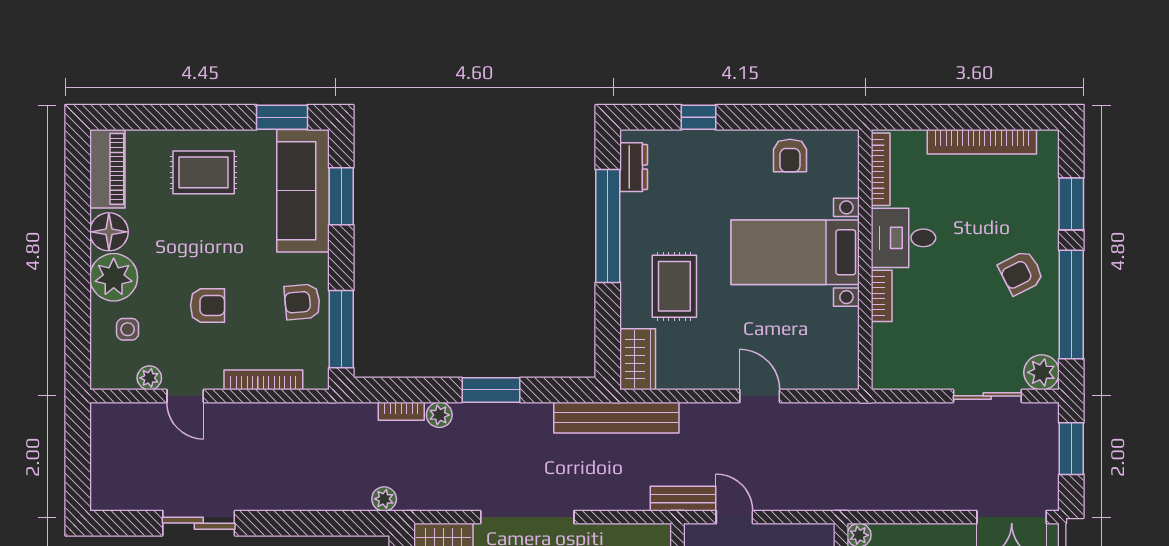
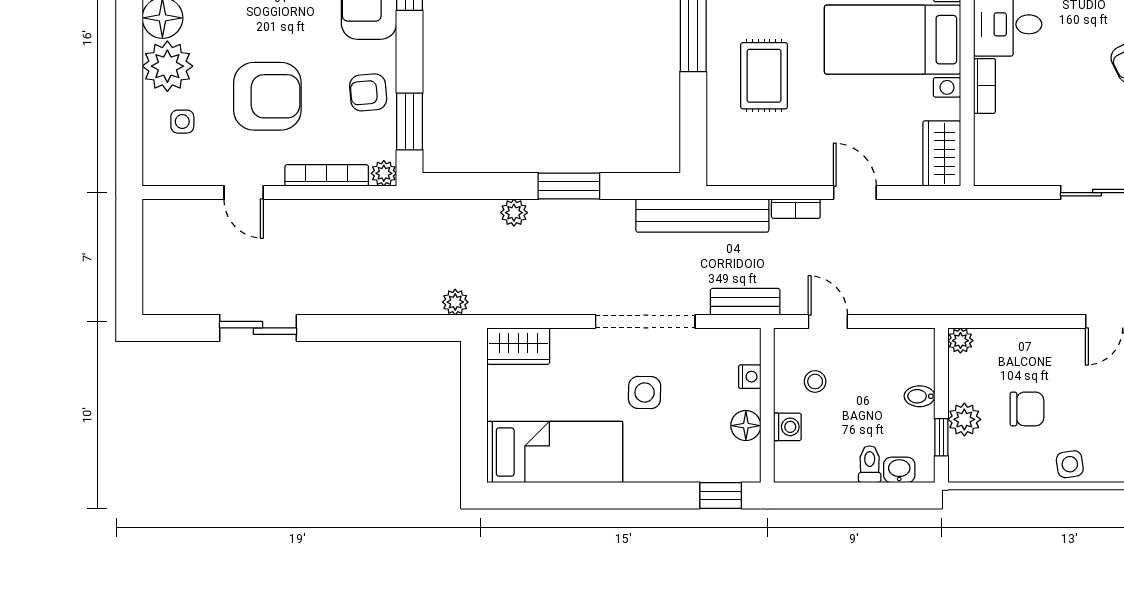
armchair: (208, 305) -> (267, 96), width x1.88, depth x1.88
window: (341, 329) -> (410, 121), width x0.69
wardrobe: (638, 359) -> (942, 153), moved, turned 180
plant: (149, 378) -> (384, 173), moved
bookcase: (401, 411) -> (796, 209), moved
bench: (683, 499) -> (745, 302), moved
doorway: (527, 517) -> (645, 321), moved

